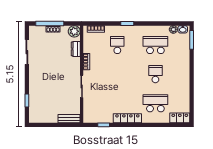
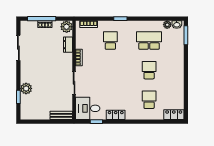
plant: (34, 92) -> (26, 88), added
school desk: (155, 103) -> (149, 100), width x0.54
desk: (95, 112) -> (88, 108), added
locker: (127, 118) -> (116, 115), width x0.66

